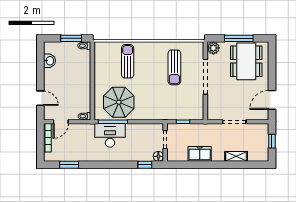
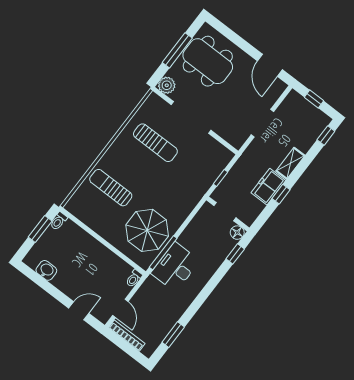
shelving: (236, 156) -> (290, 163), moved
window: (201, 165) -> (281, 194), added
window: (256, 165) -> (326, 136), added

